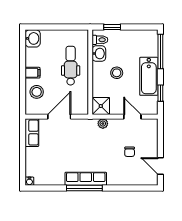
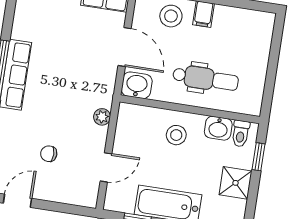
washbasin: (33, 38) -> (137, 85), moved, turned 180
stool: (117, 73) -> (176, 135), moved
shower: (101, 106) -> (235, 183), moved

